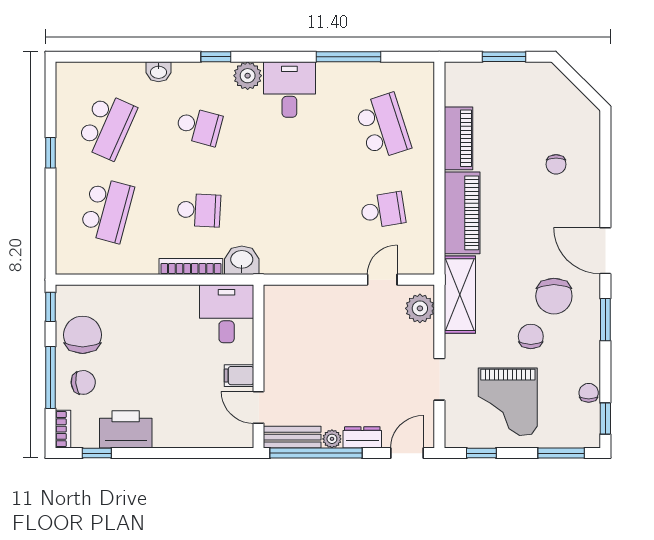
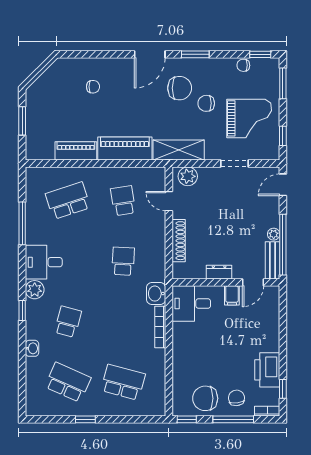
school desk: (199, 210) -> (123, 261), moved
shoe rack: (322, 295) -> (179, 241), added
dresser: (362, 437) -> (219, 272), moved, turned 90
door: (407, 453) -> (283, 185), hinge flipped

